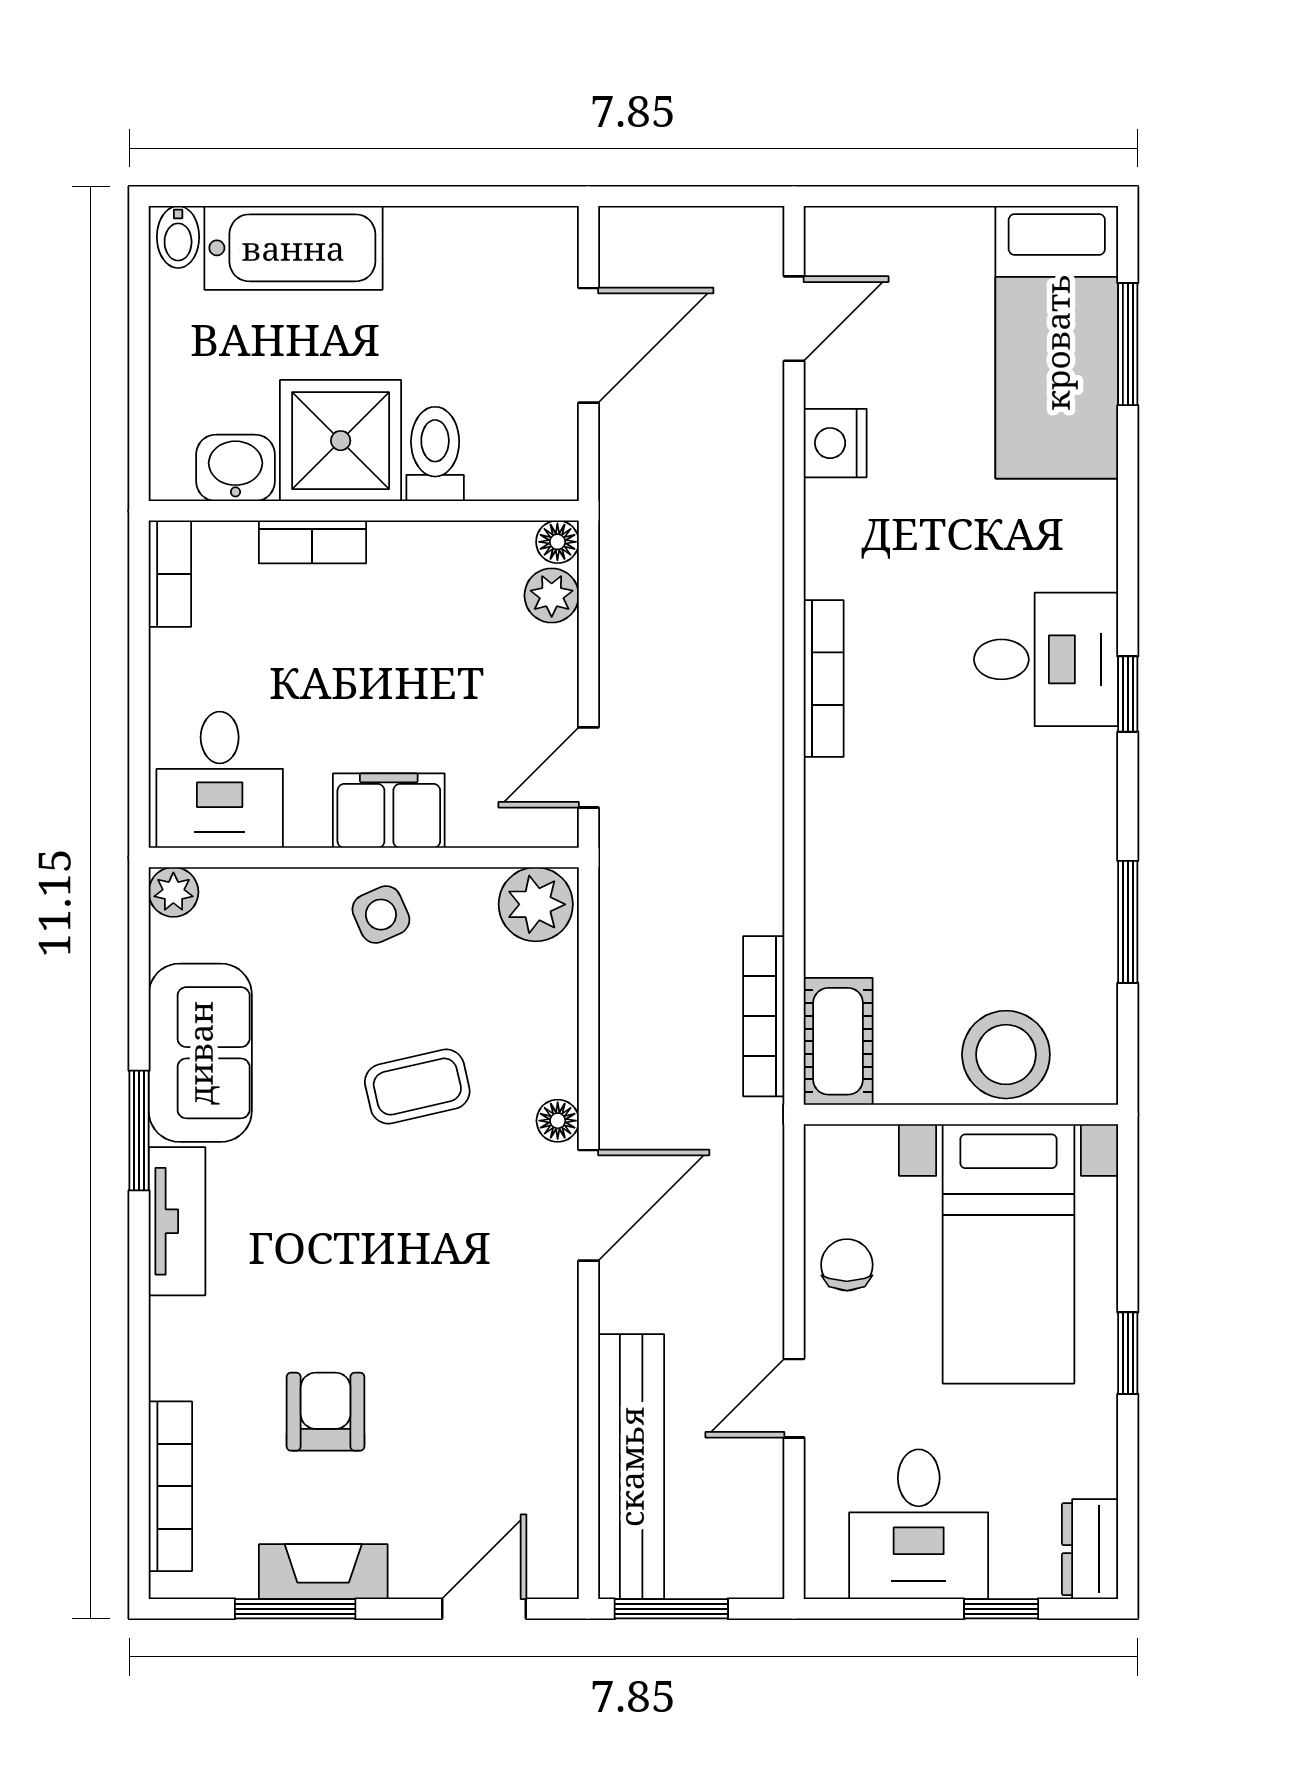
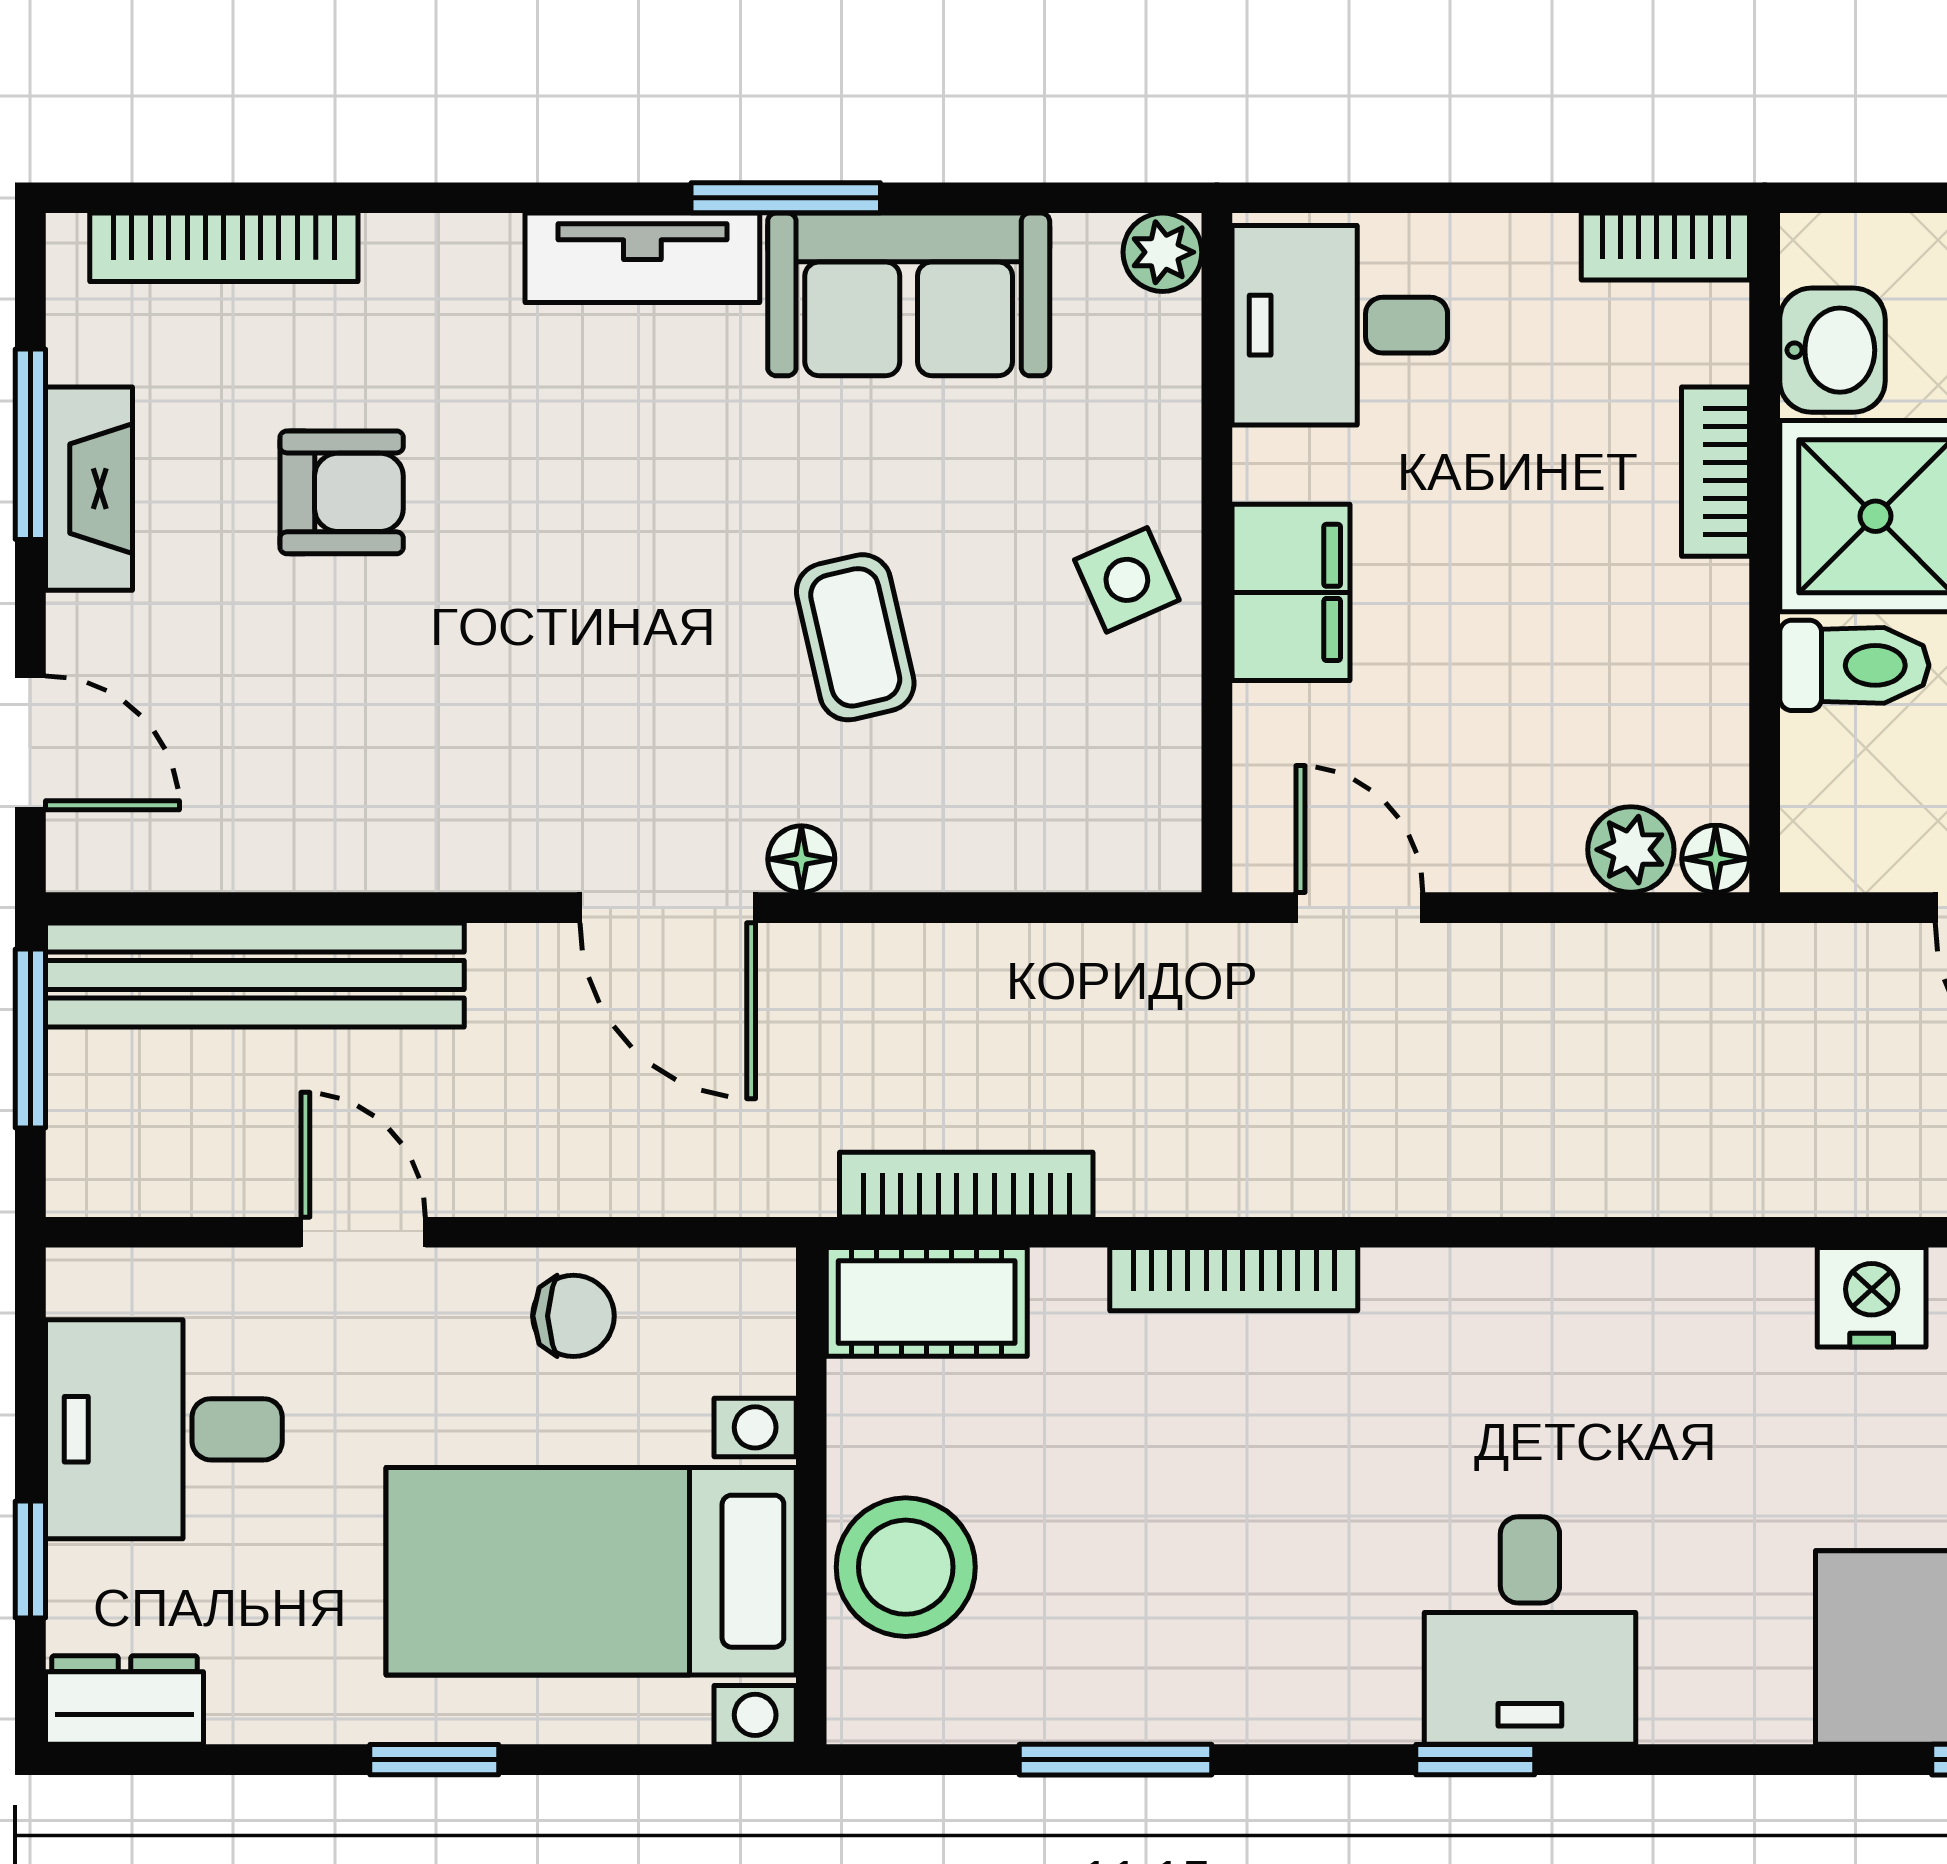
bookcase: (824, 679) -> (1234, 1279), moved
plant: (536, 904) -> (1143, 824), removed

